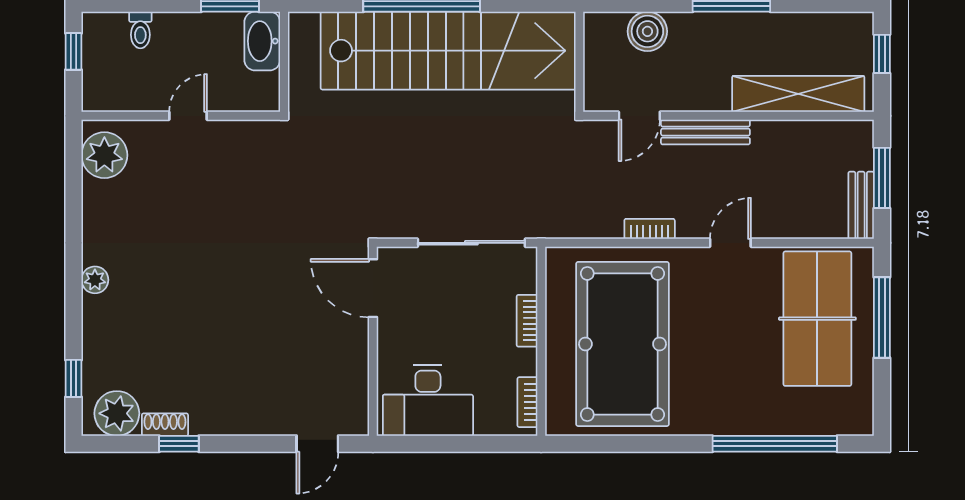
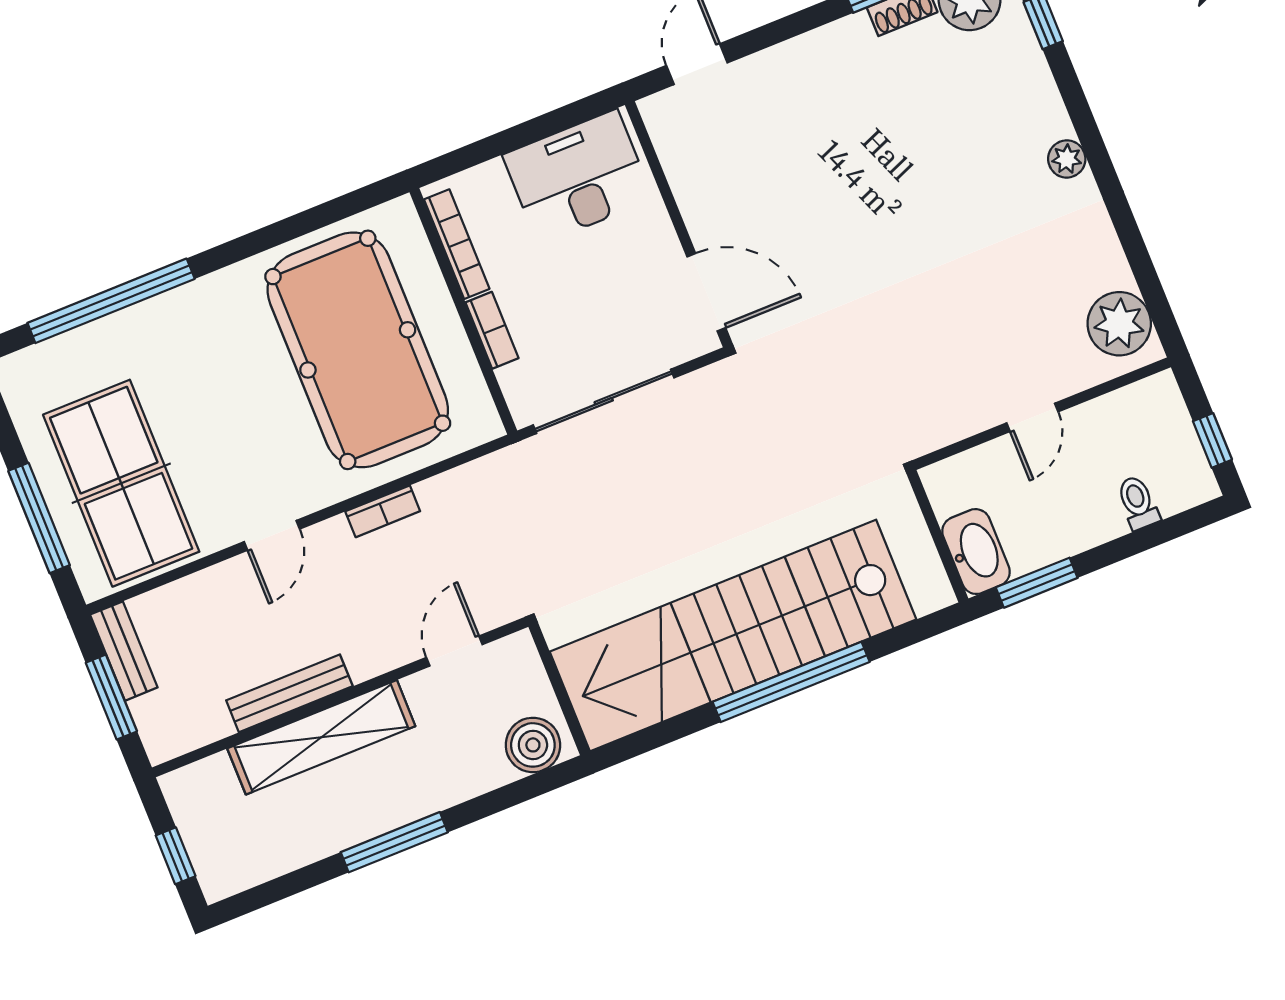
boiler: (647, 31) -> (533, 745), moved
shelving: (798, 94) -> (321, 737), moved
bench: (705, 132) -> (289, 693), moved
bookcase: (527, 402) -> (457, 244), width x1.56

